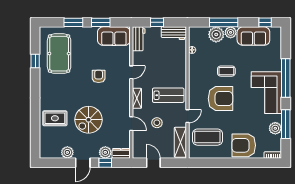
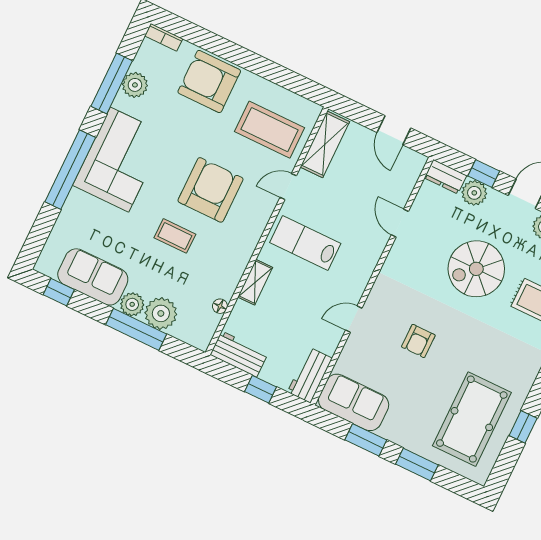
shelving: (137, 98) -> (255, 282), moved
armchair: (220, 99) -> (210, 190), turned 90
spiral stairs: (89, 120) -> (476, 269), turned 180
stool: (157, 123) -> (351, 202), removed
armchair: (244, 145) -> (209, 81), turned 180

